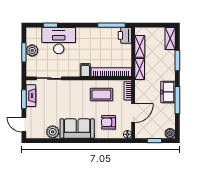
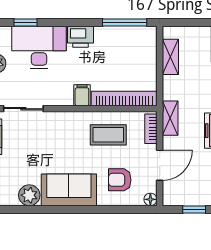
printer: (125, 35) -> (80, 37), moved, turned -90
shelving: (140, 69) -> (170, 118), moved

